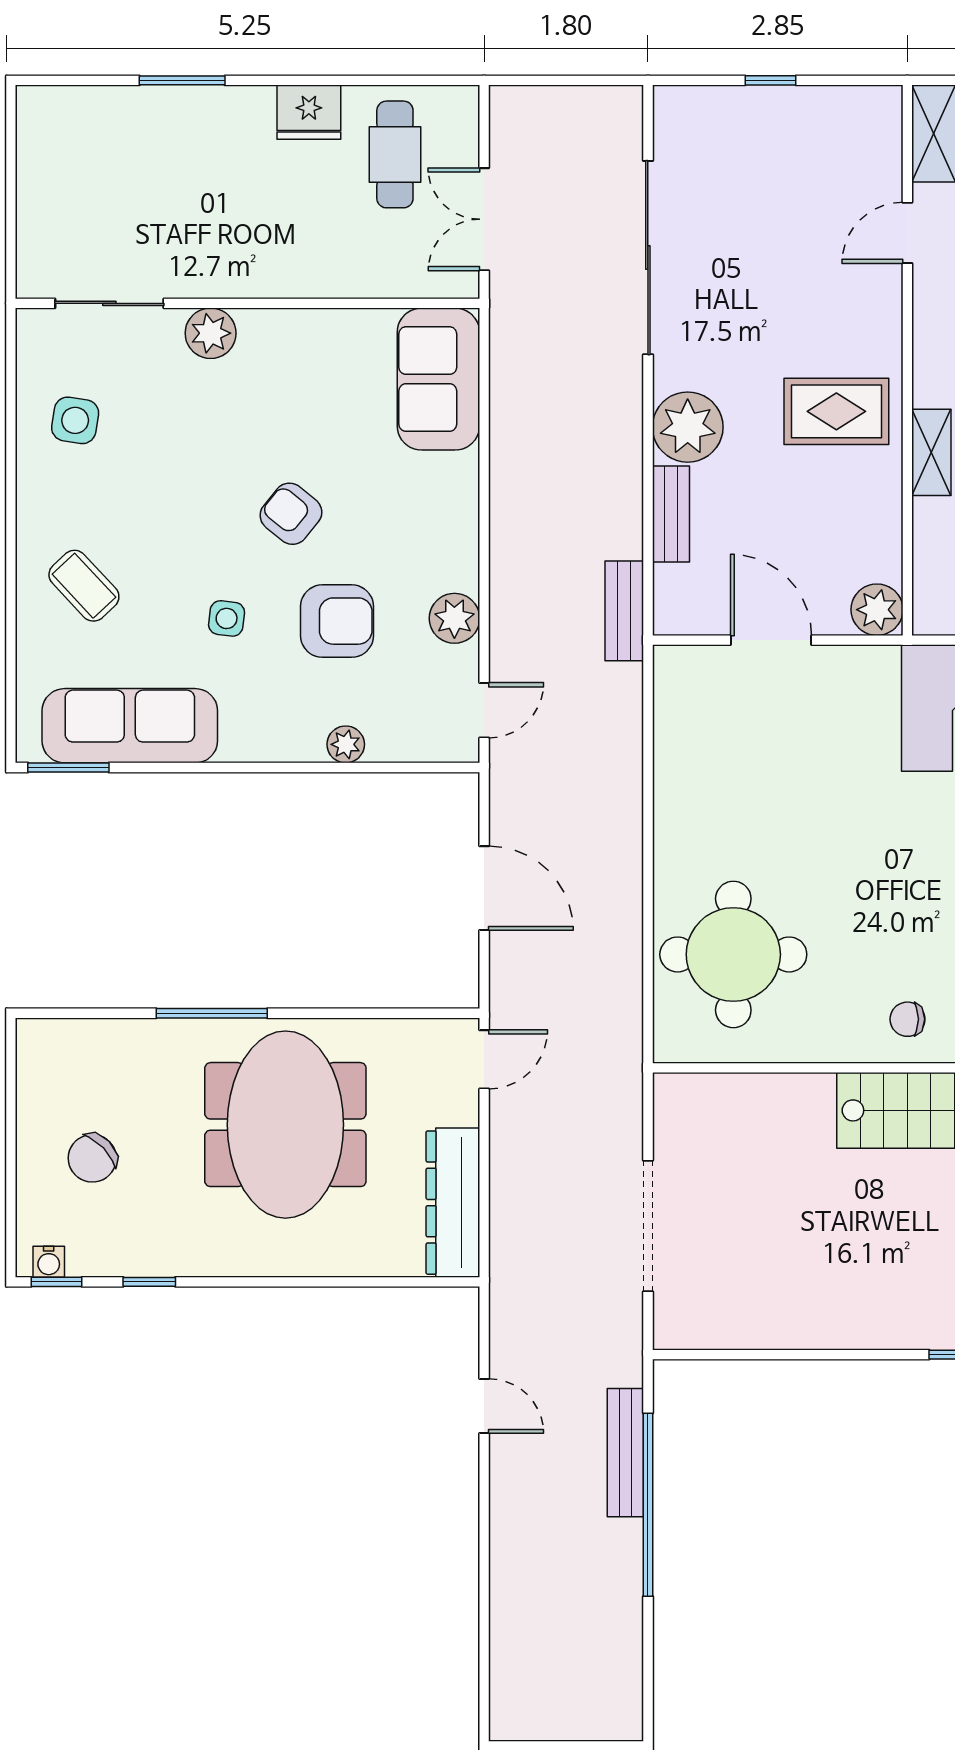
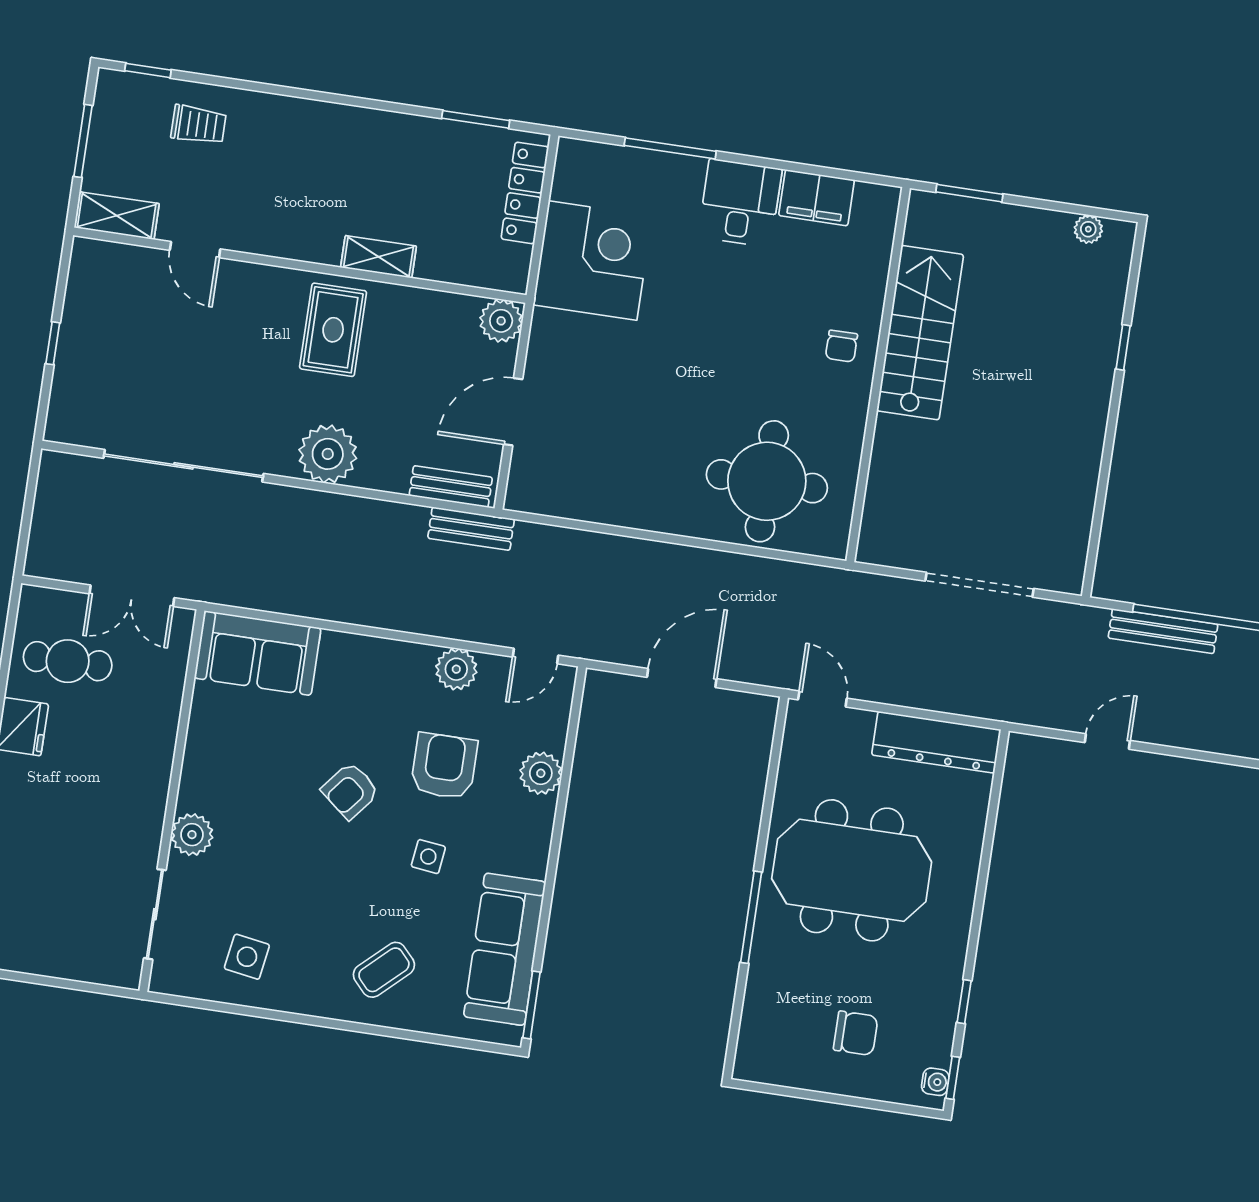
bench: (671, 514) -> (451, 487), moved
door: (484, 710) -> (535, 656), swing flipped
plant: (346, 744) -> (541, 773), width x1.38, depth x1.38
chair: (92, 1158) -> (856, 1033), turned -46

